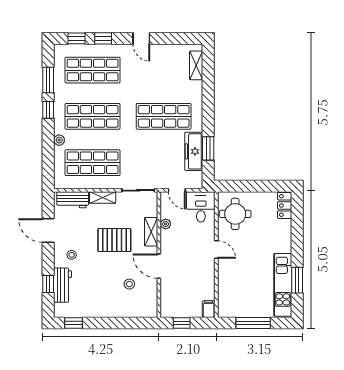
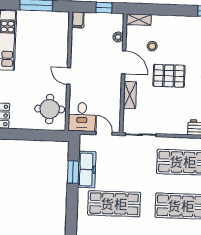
shelving: (103, 197) -> (139, 20), moved
plant: (166, 224) -> (118, 37), moved
pallet: (114, 240) -> (169, 76), moved

